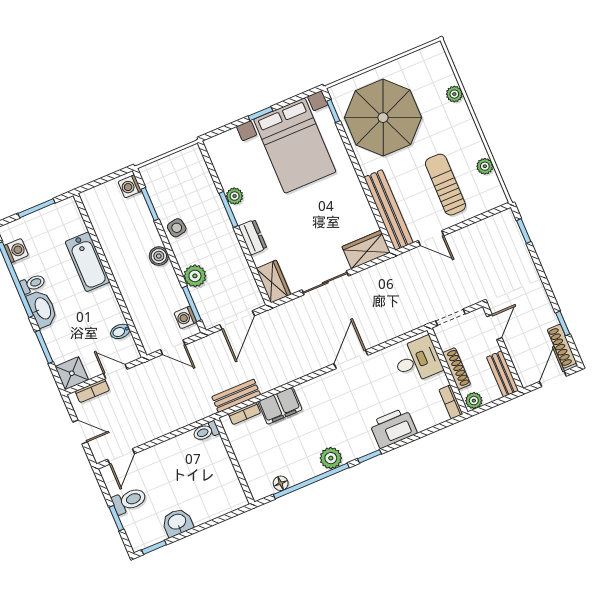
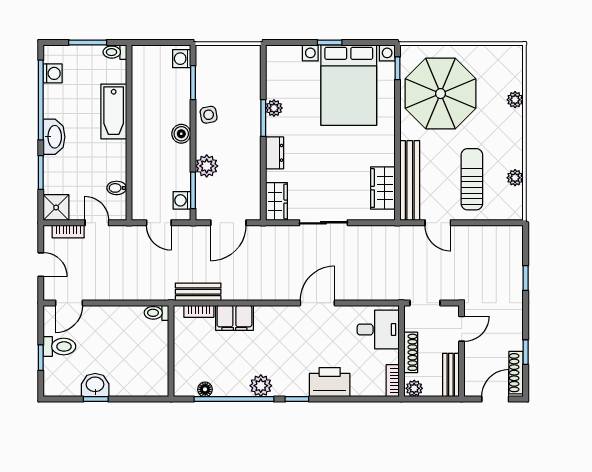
window: (524, 231) -> (526, 278), moved
wardrobe: (366, 250) -> (383, 188), moved, turned -90
toilet: (33, 284) -> (115, 52), moved, turned 180
window: (154, 547) -> (96, 399), moved

